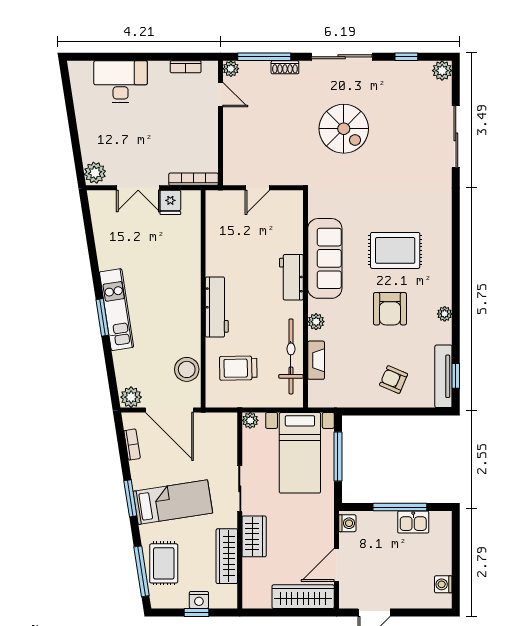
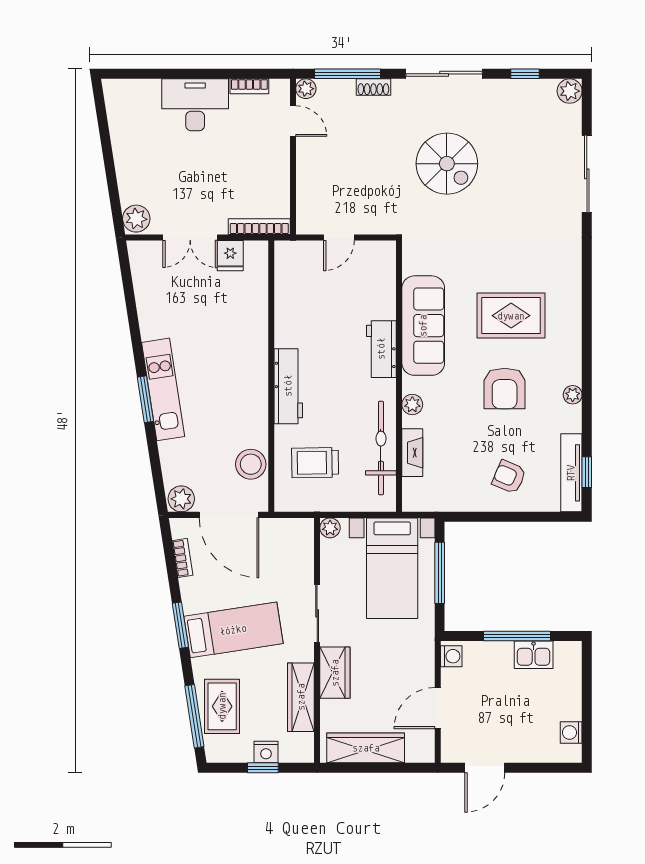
desk: (121, 82) -> (195, 105), moved
wardrobe: (303, 597) -> (366, 748), moved

